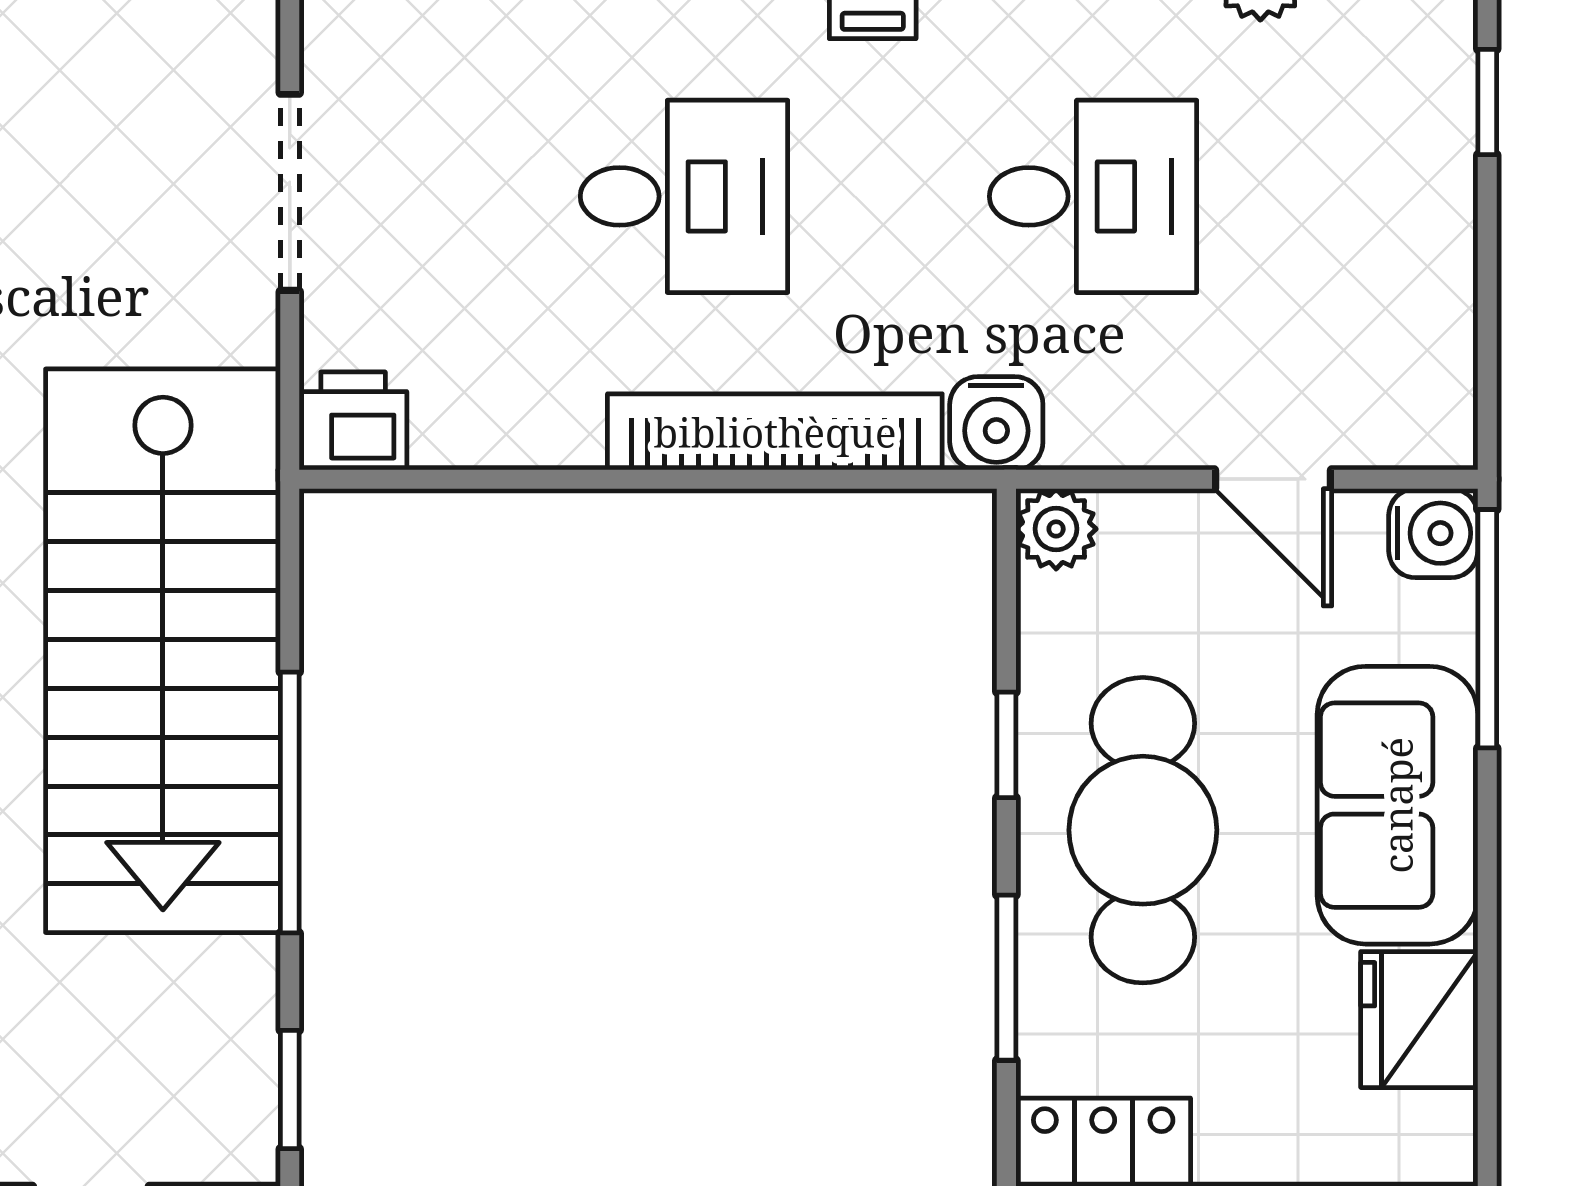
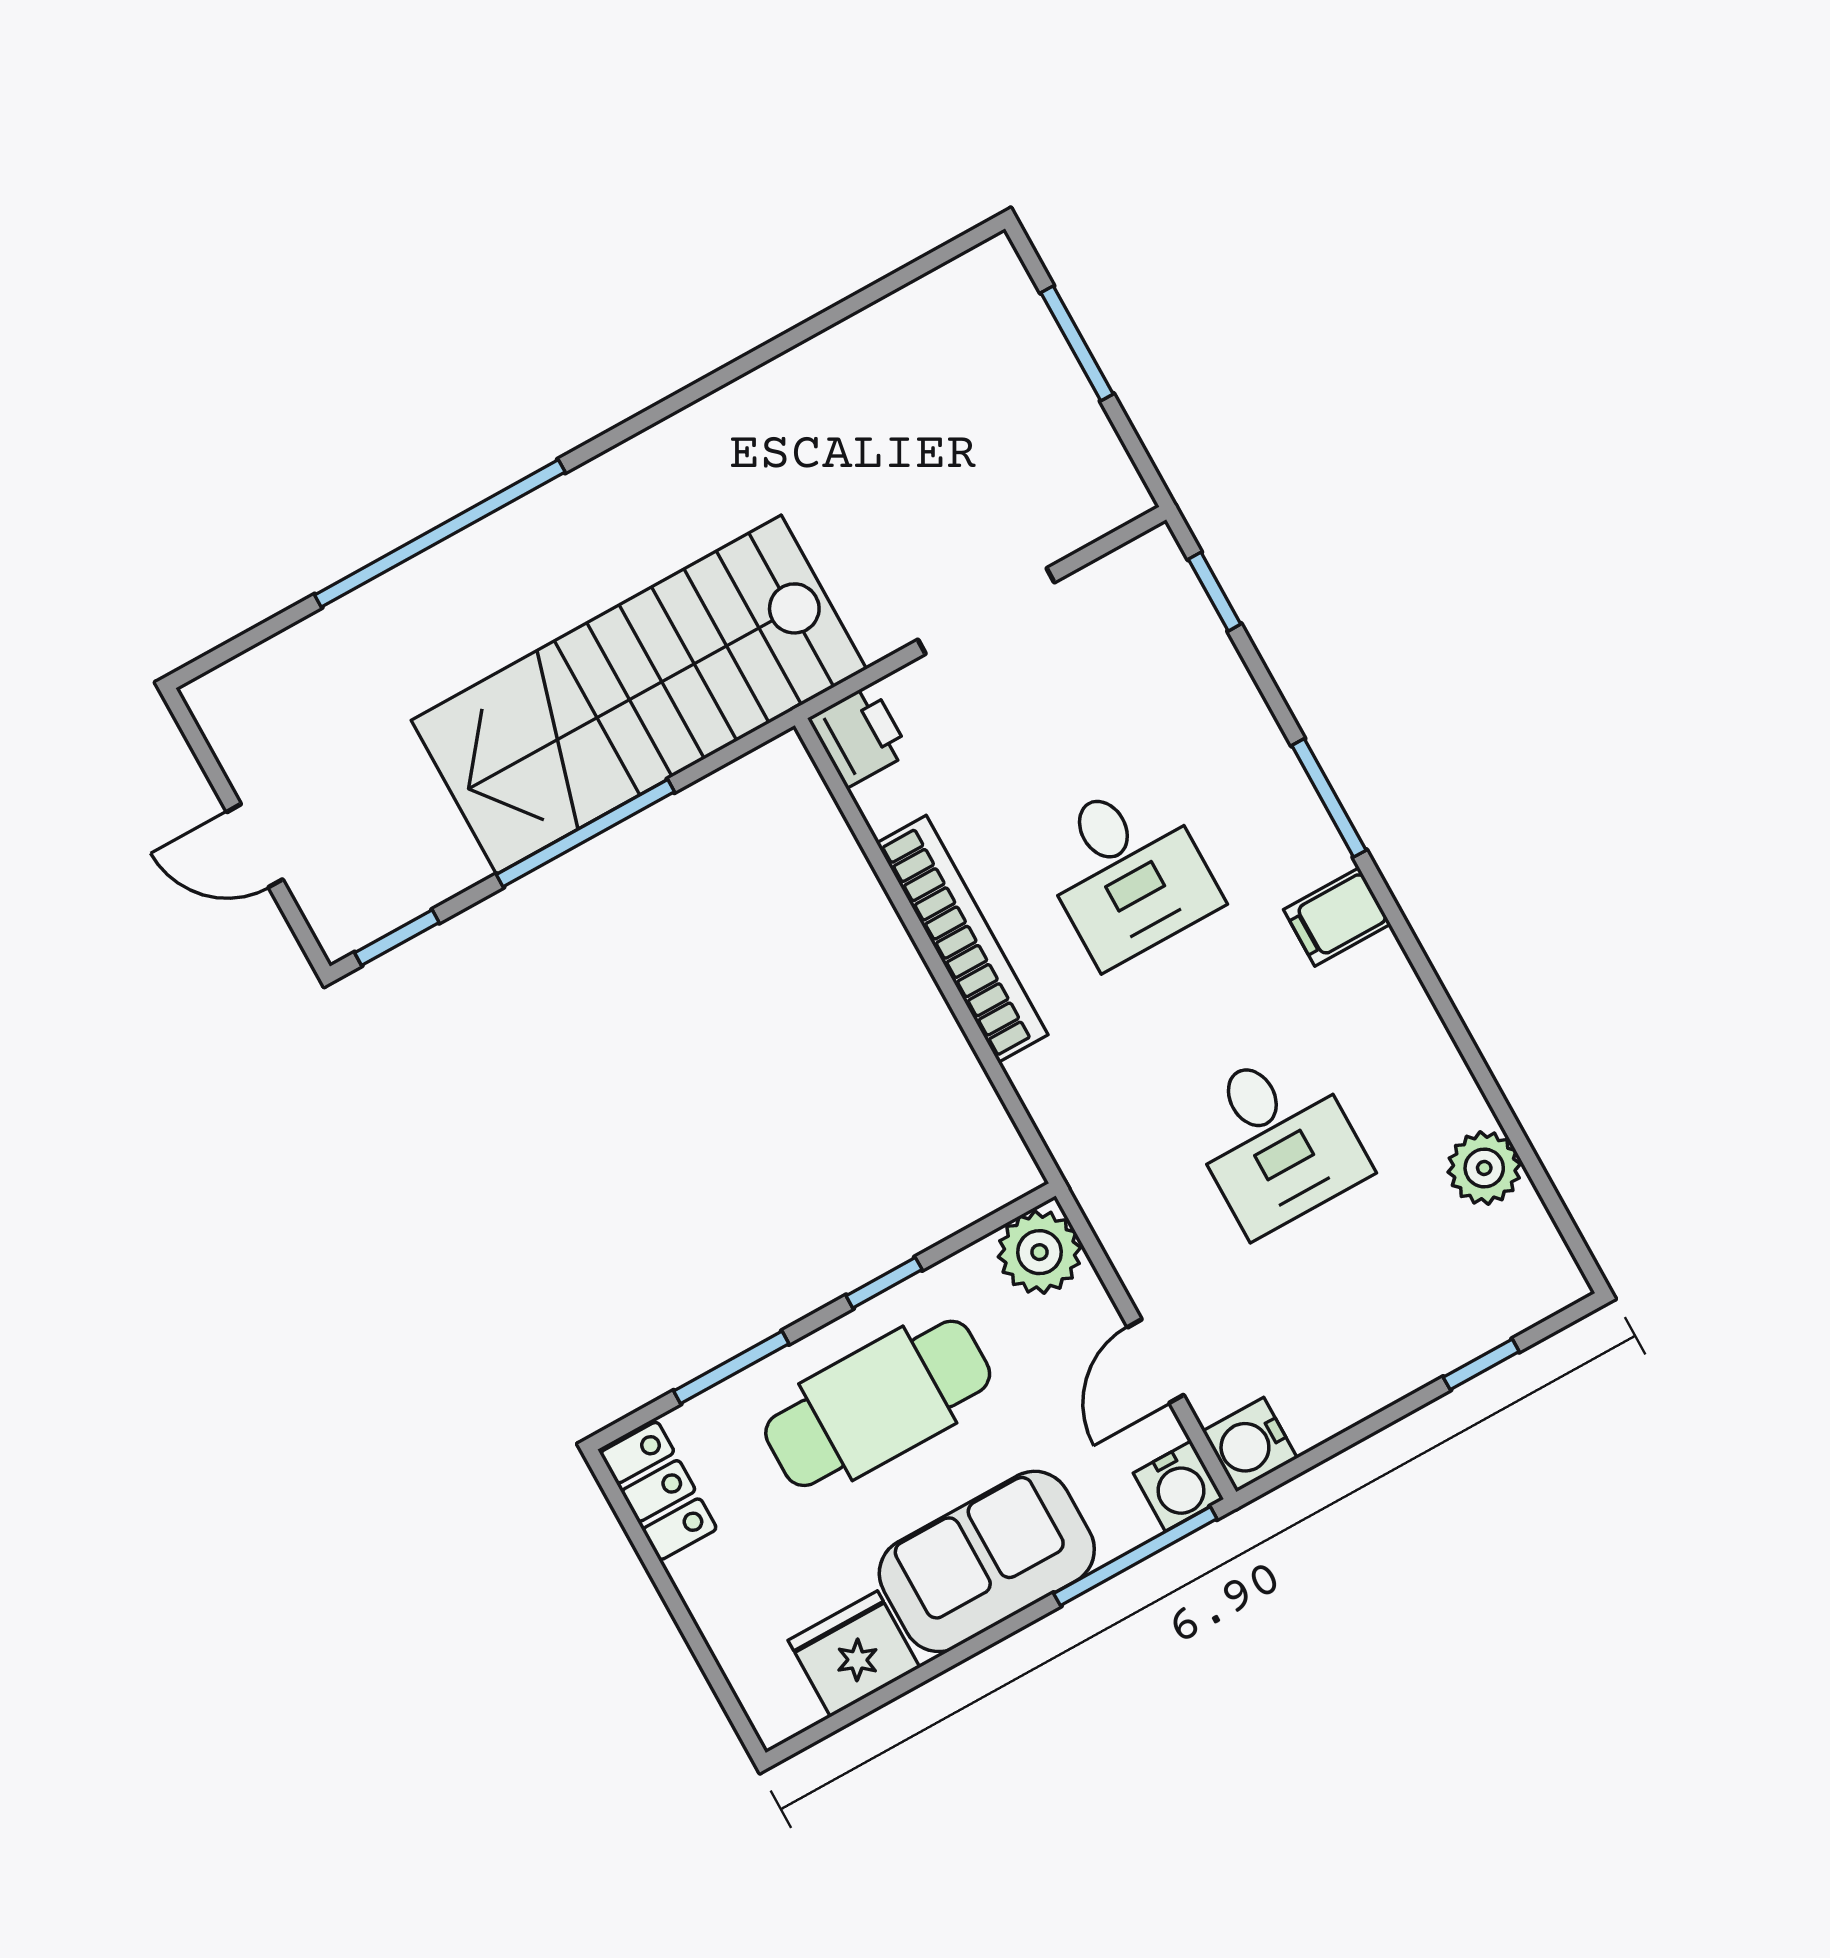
water cooler: (996, 423) -> (1250, 1445), moved
bookcase: (775, 432) -> (962, 939), moved
plant: (1056, 529) -> (1039, 1252), width x1.38, depth x1.38

